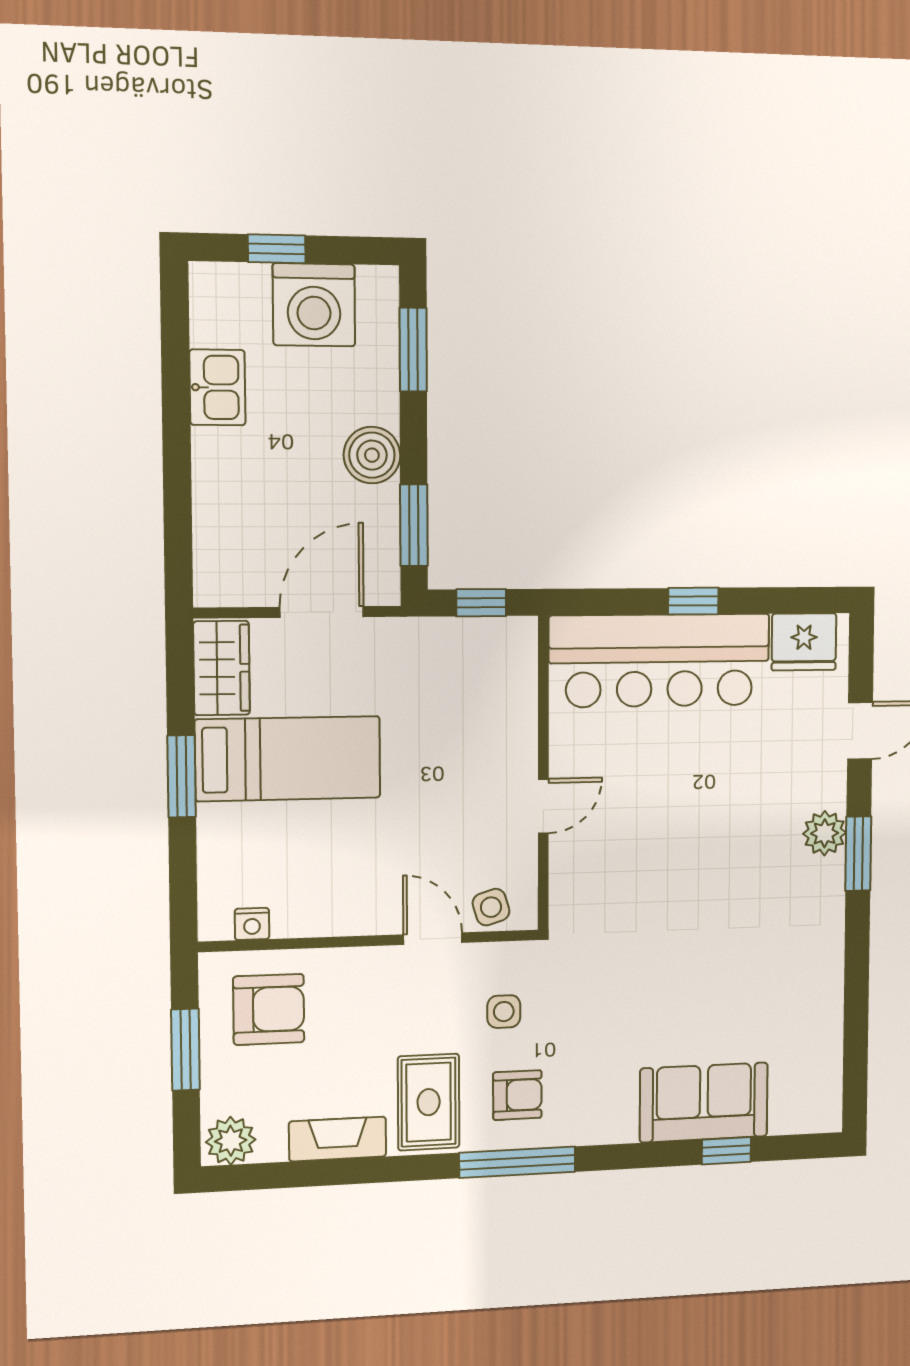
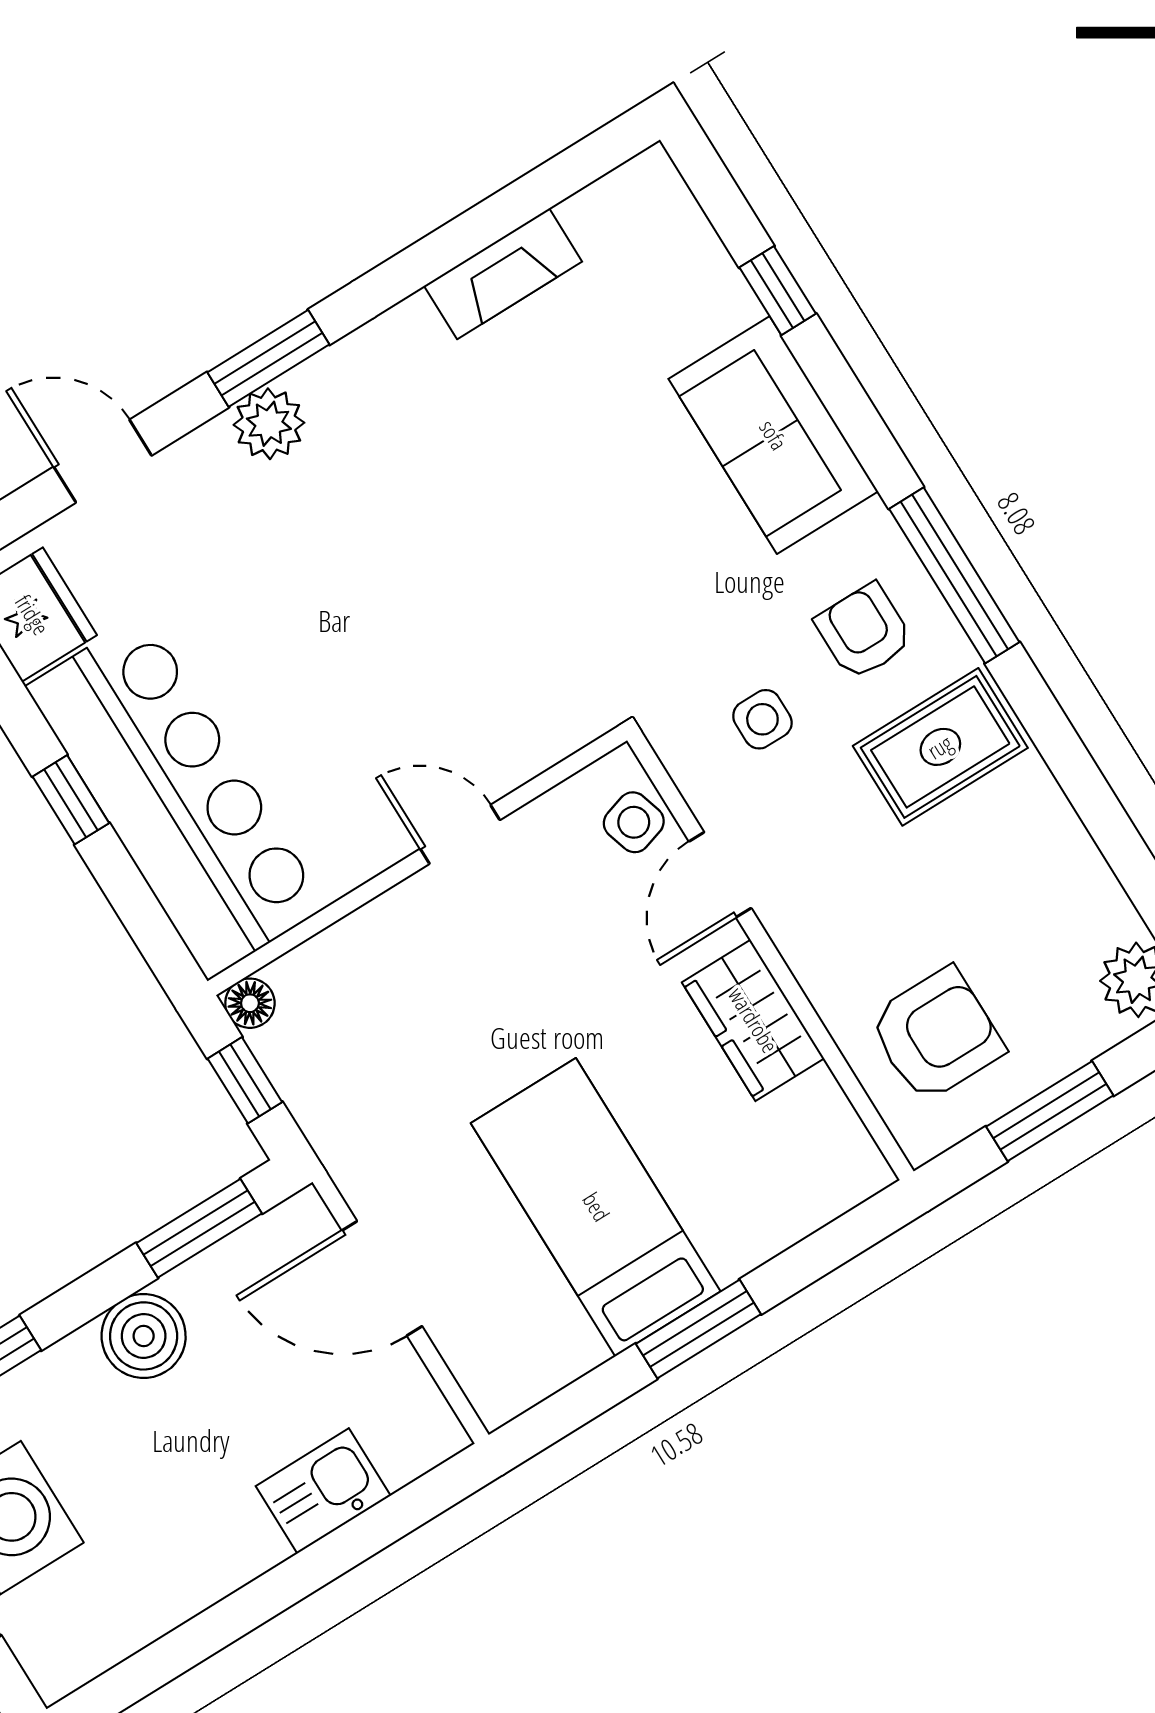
kitchen sink: (217, 387) -> (323, 1491), moved
floor lamp: (522, 632) -> (250, 1003), added
wardrobe: (222, 668) -> (753, 1020), moved, turned -90
nightstand: (252, 924) -> (837, 1124), removed
armchair: (269, 1009) -> (936, 1035), turned 90
sofa: (704, 1102) -> (773, 435), moved
fireplace: (338, 1139) -> (503, 274), moved, turned -90

